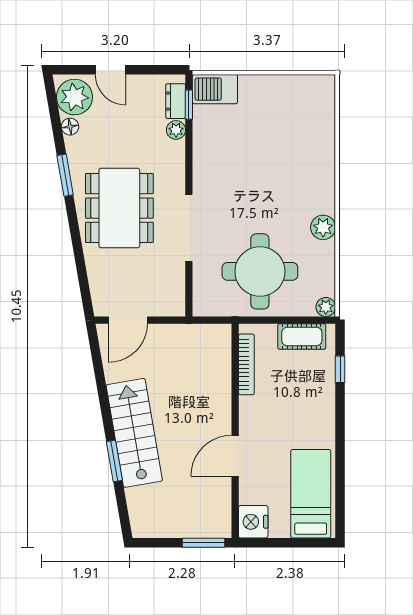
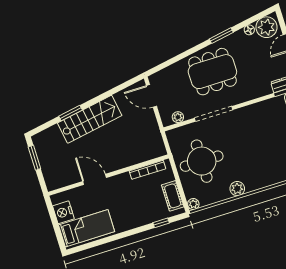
plant: (176, 130) -> (178, 117), moved
nightstand: (253, 522) -> (63, 212), moved, turned -90
window: (204, 543) -> (34, 158), moved

